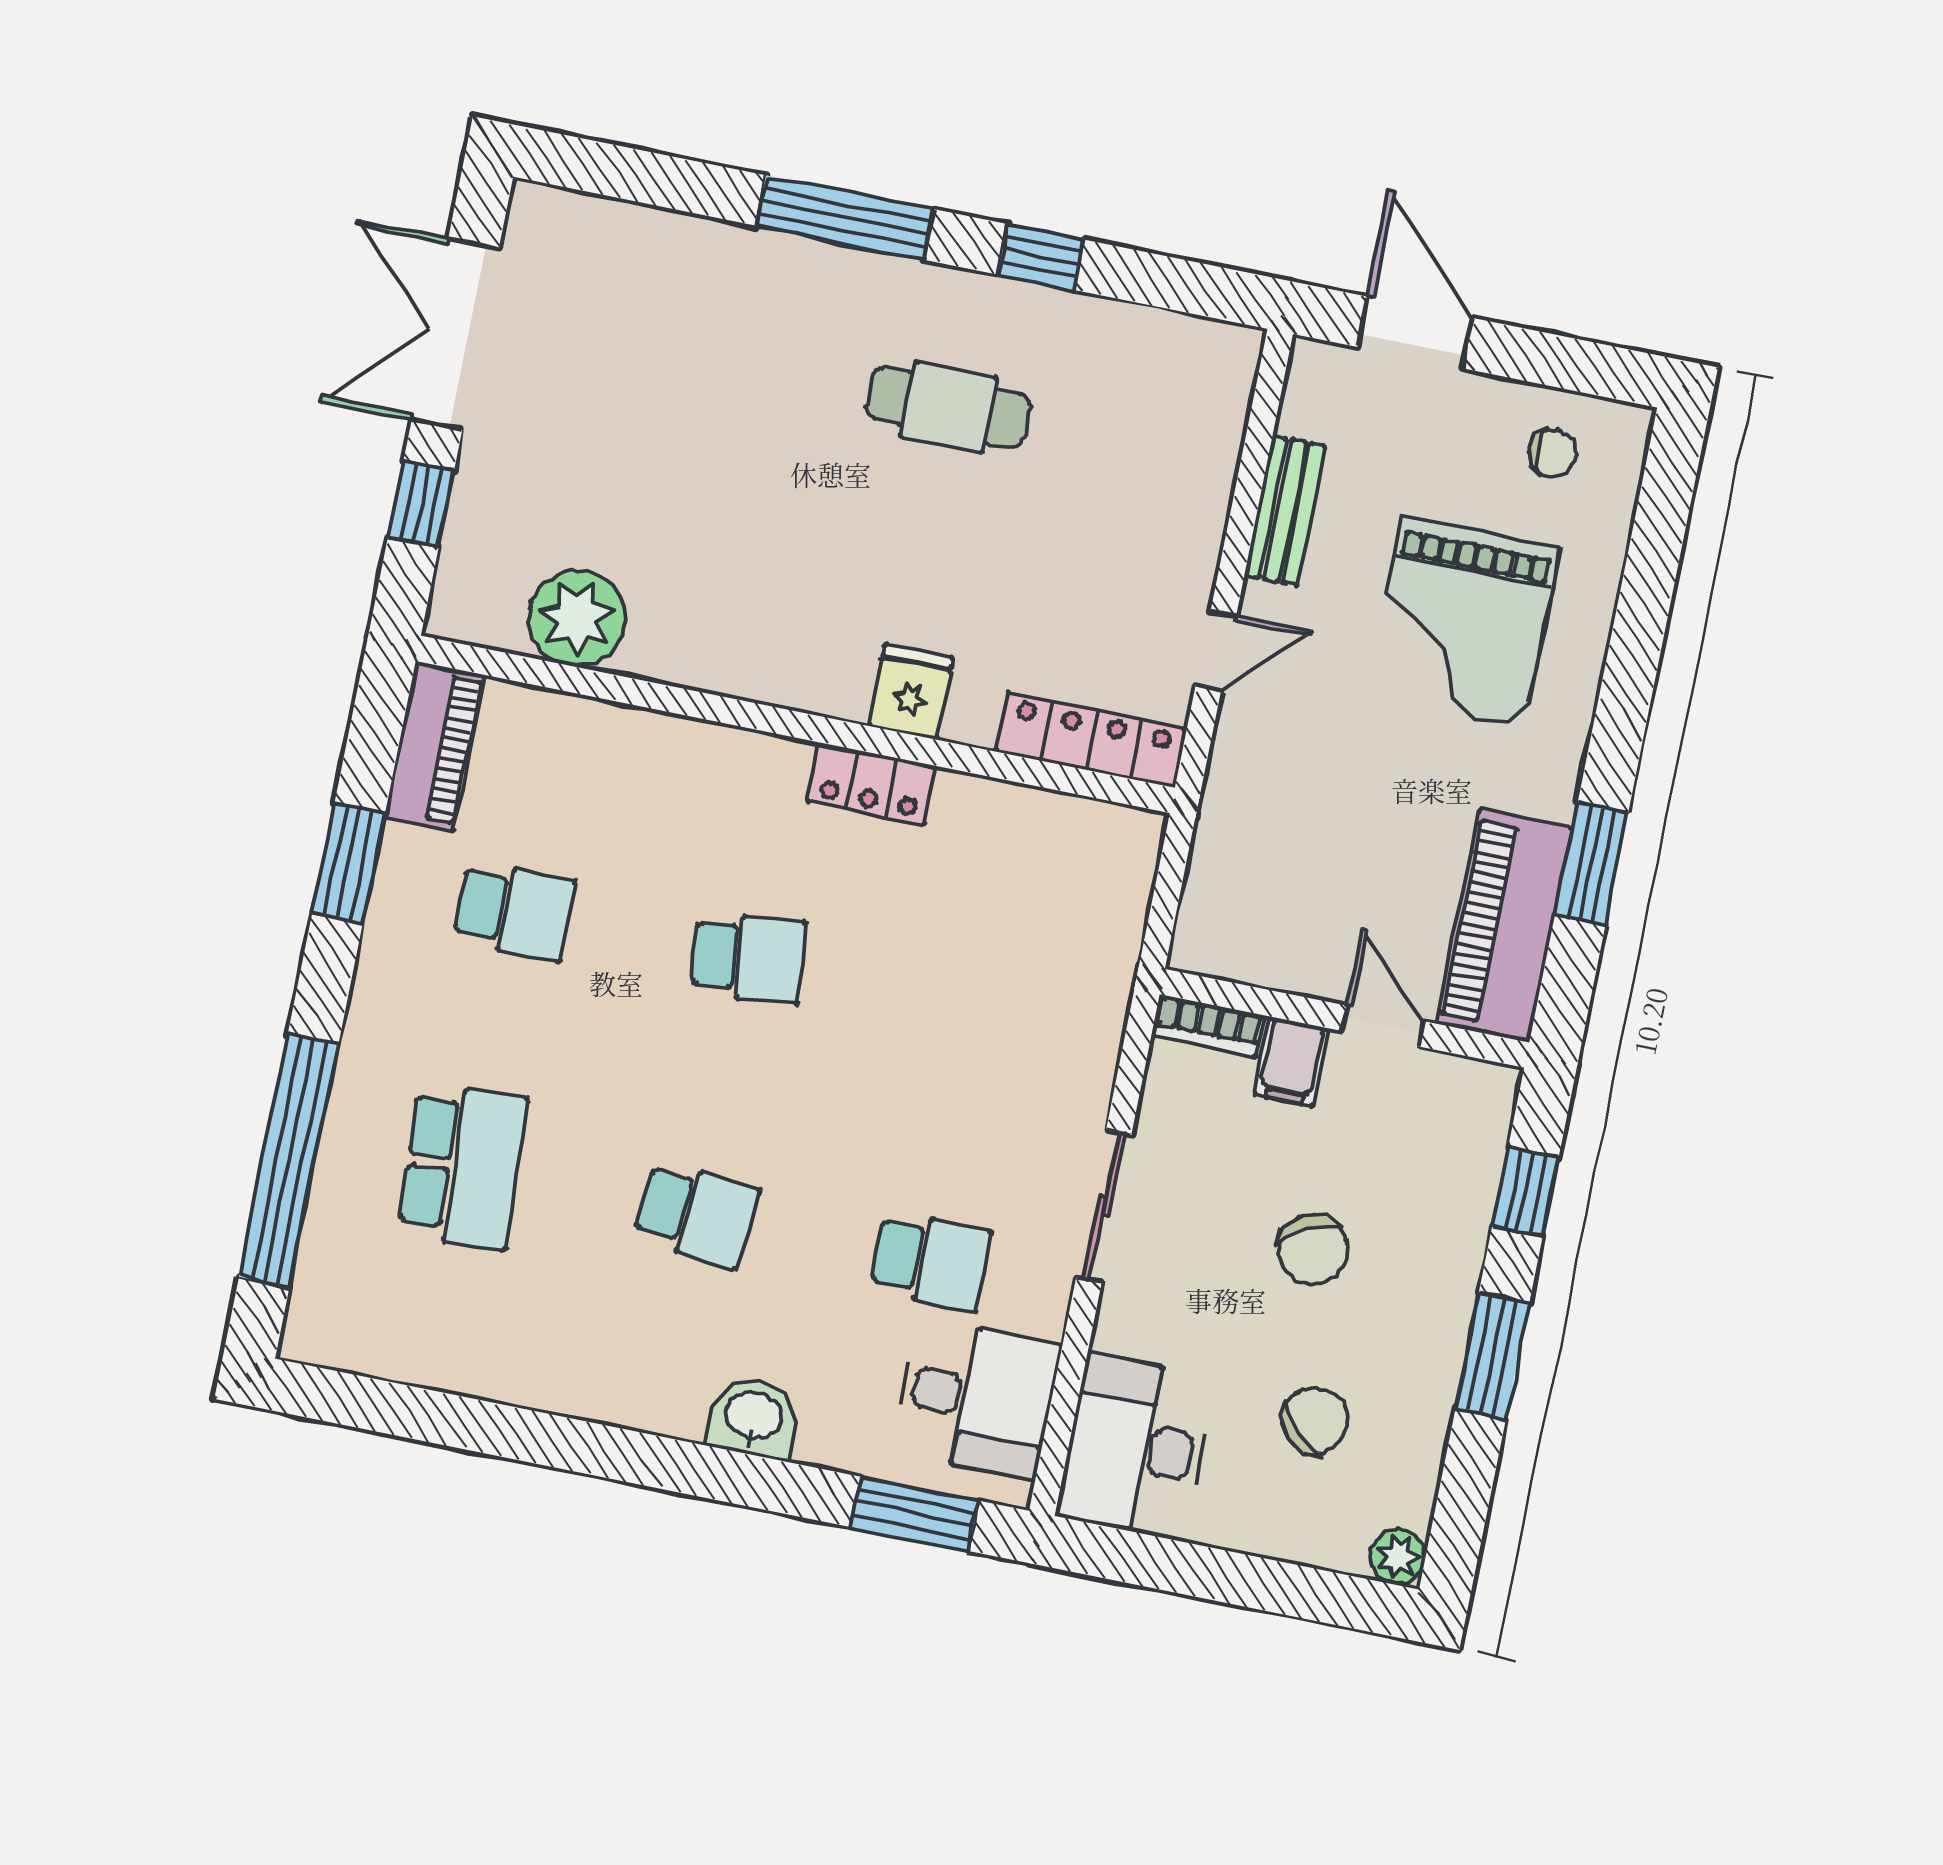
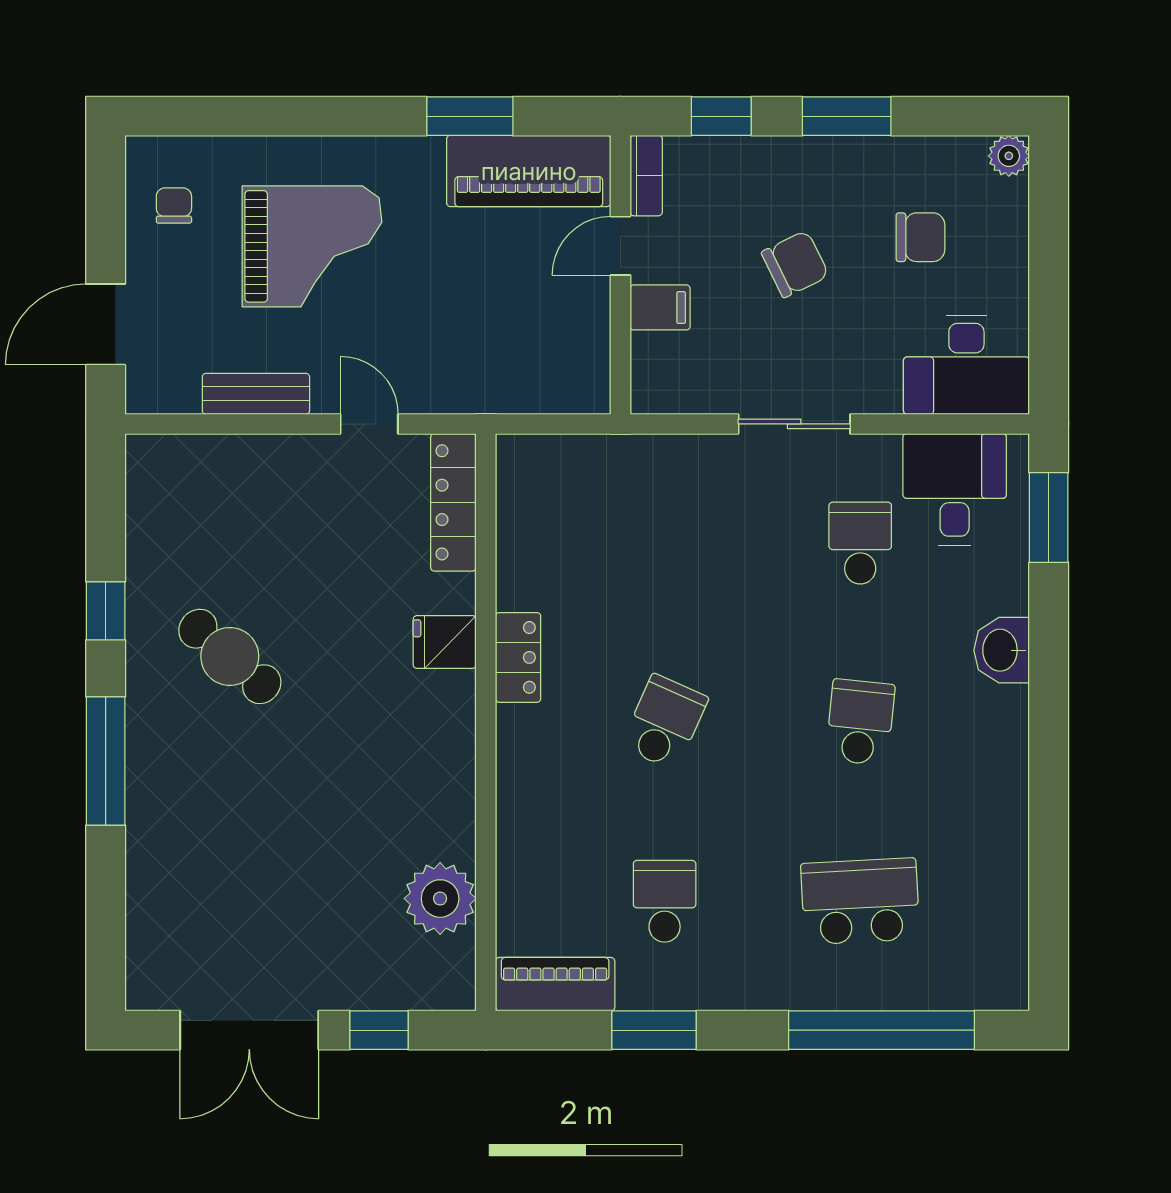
cafe table: (949, 407) -> (230, 656), turned -49
school desk: (748, 958) -> (665, 722), turned 30
bookcase: (1208, 1026) -> (646, 176), moved
chair: (1315, 1420) -> (920, 237), turned 135

